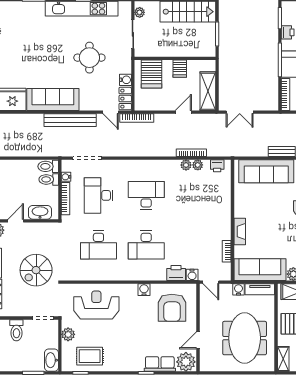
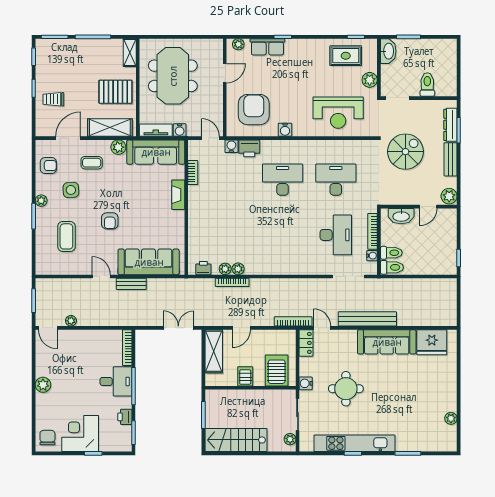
water cooler: (125, 80) -> (306, 383), moved
desk: (146, 195) -> (283, 235), removed
plant: (186, 362) -> (238, 44), width x0.53, depth x0.53

